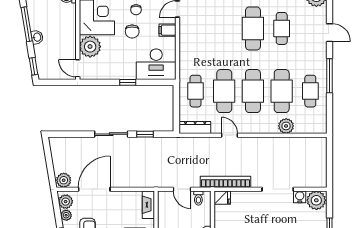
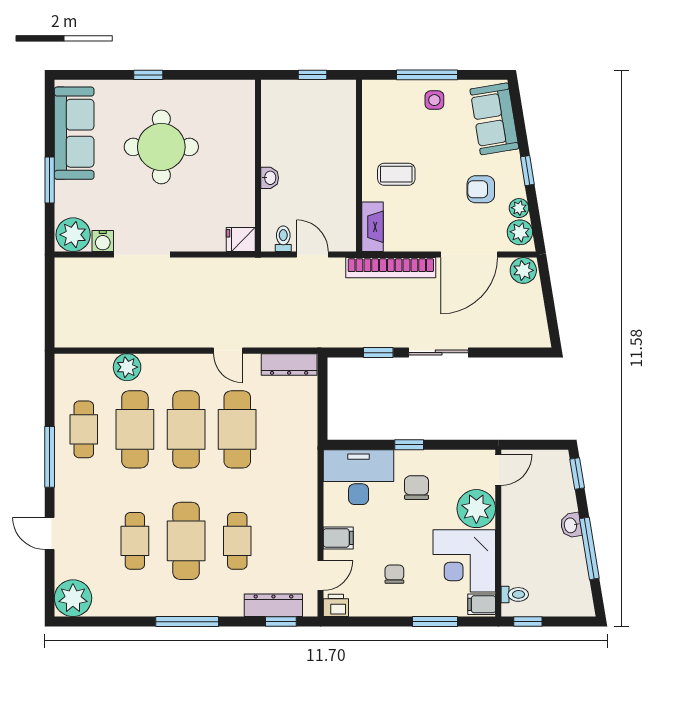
chair: (132, 31) -> (417, 488), moved
door: (78, 68) -> (498, 470), hinge flipped
cafe table: (196, 91) -> (237, 541), moved
bookcase: (225, 182) -> (391, 268), moved

